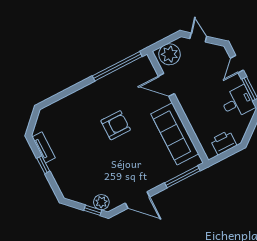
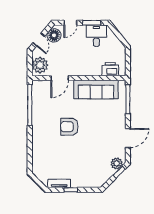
door: (198, 37) -> (39, 40), swing flipped
floor lamp: (212, 53) -> (54, 35), added
door: (237, 64) -> (70, 23), hinge flipped
armchair: (116, 125) -> (69, 127), turned -90
printer: (223, 143) -> (110, 69), moved, turned 90

